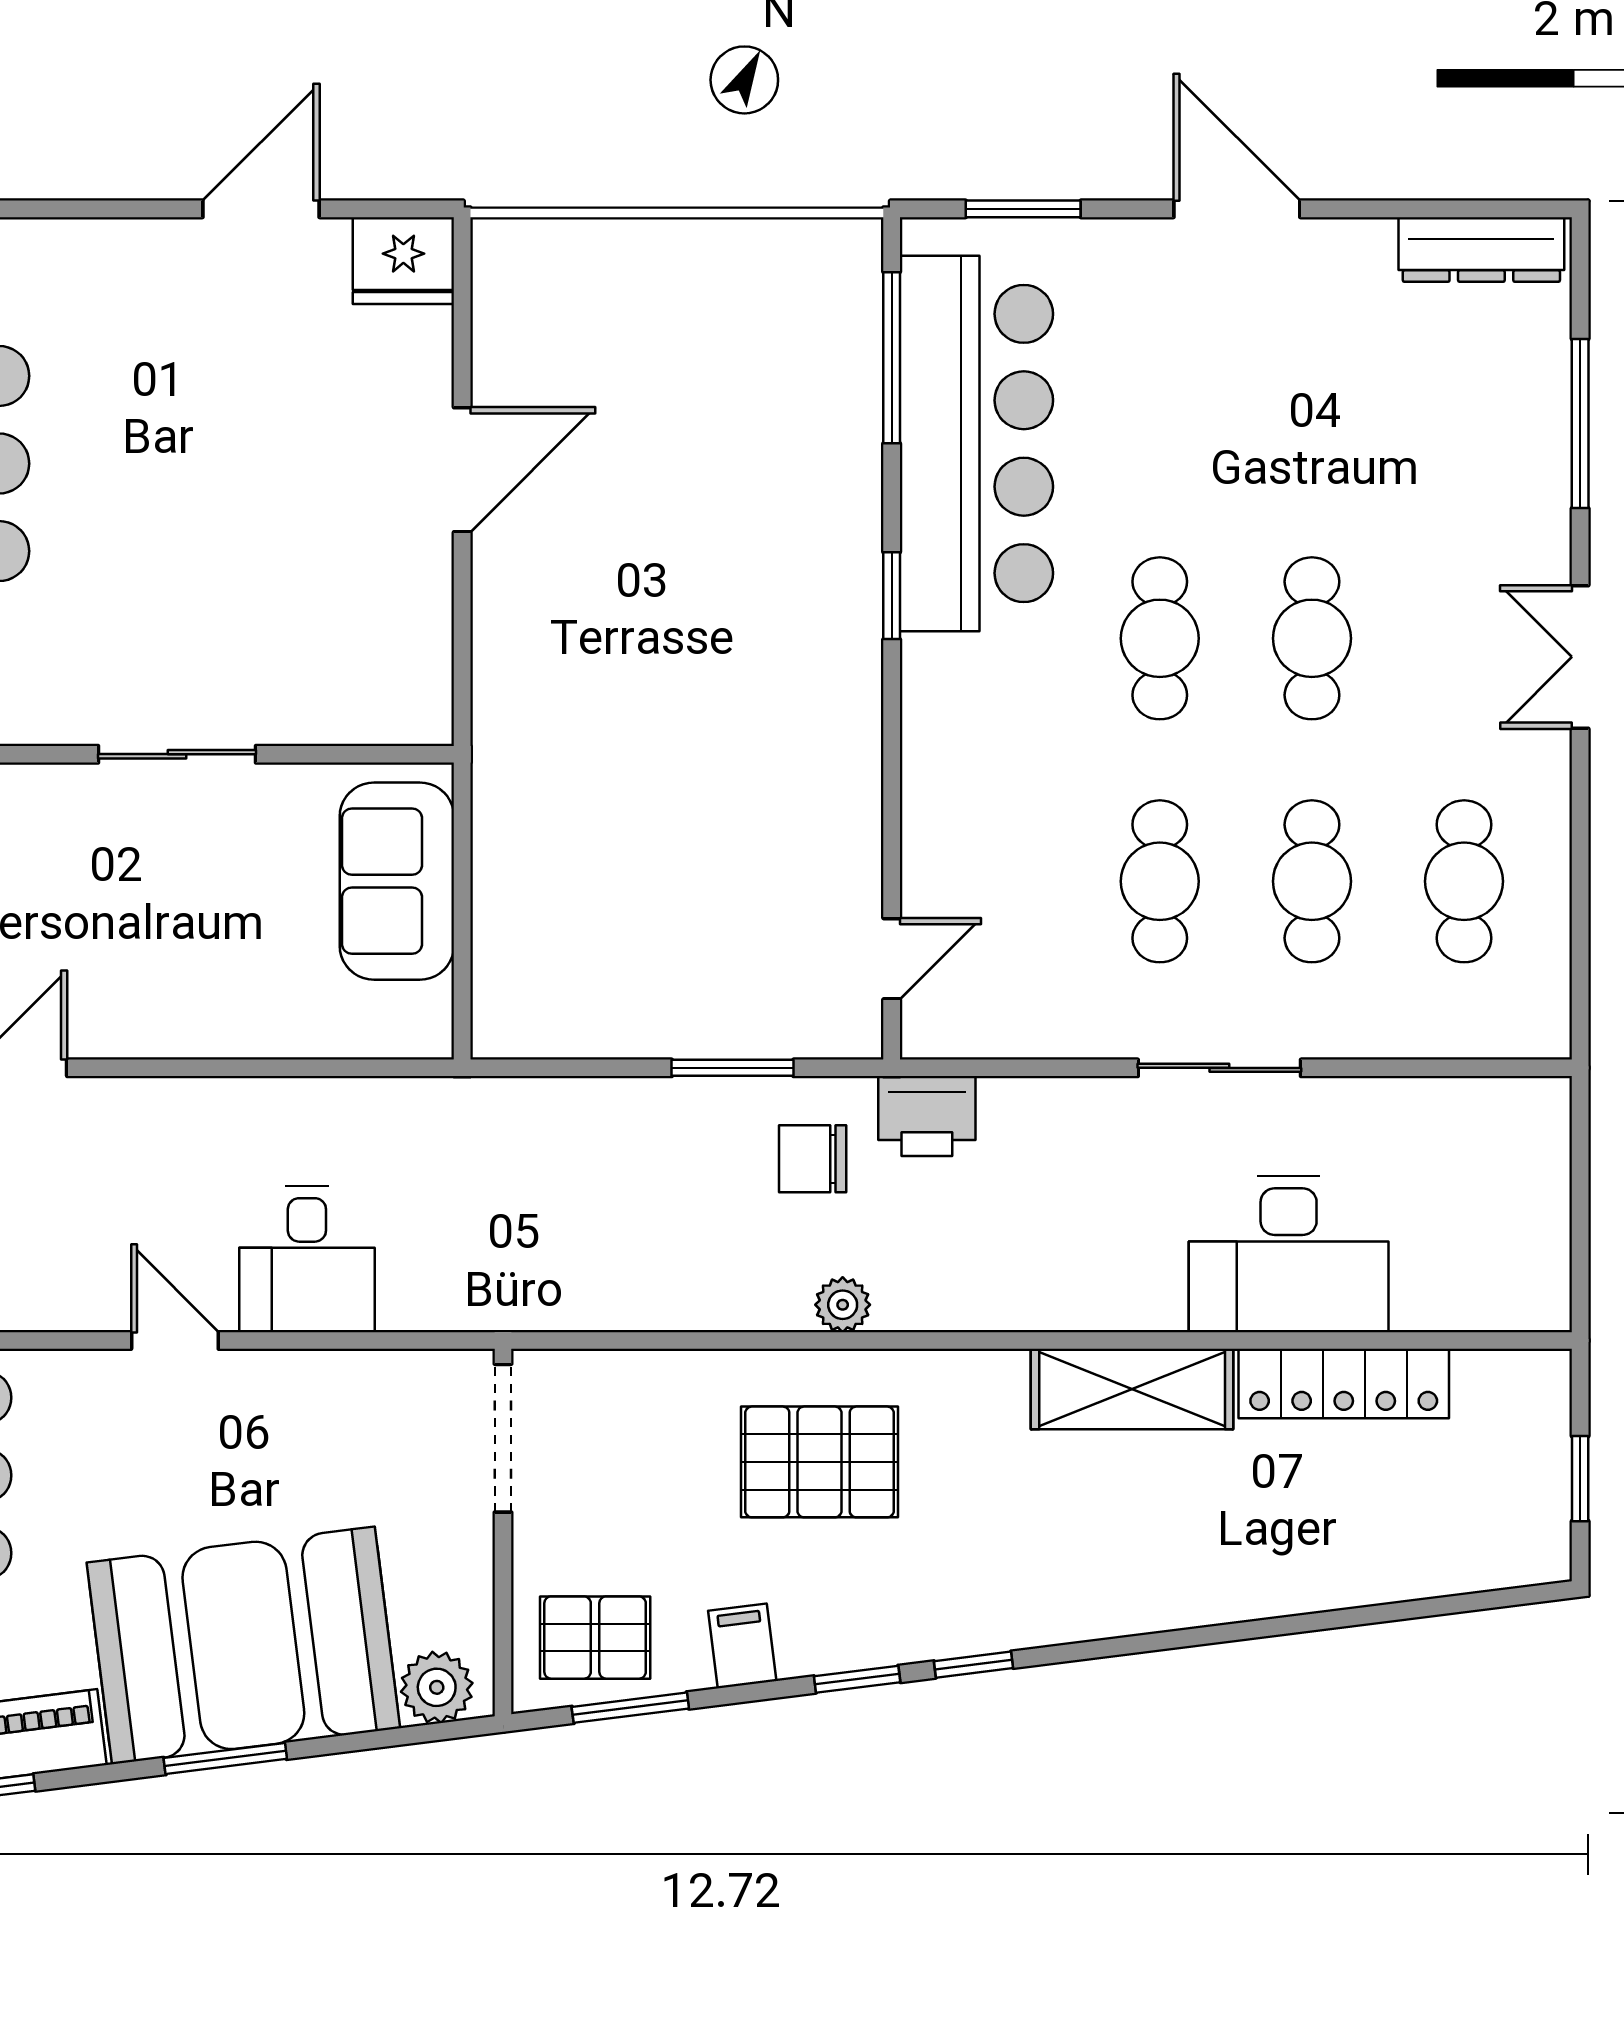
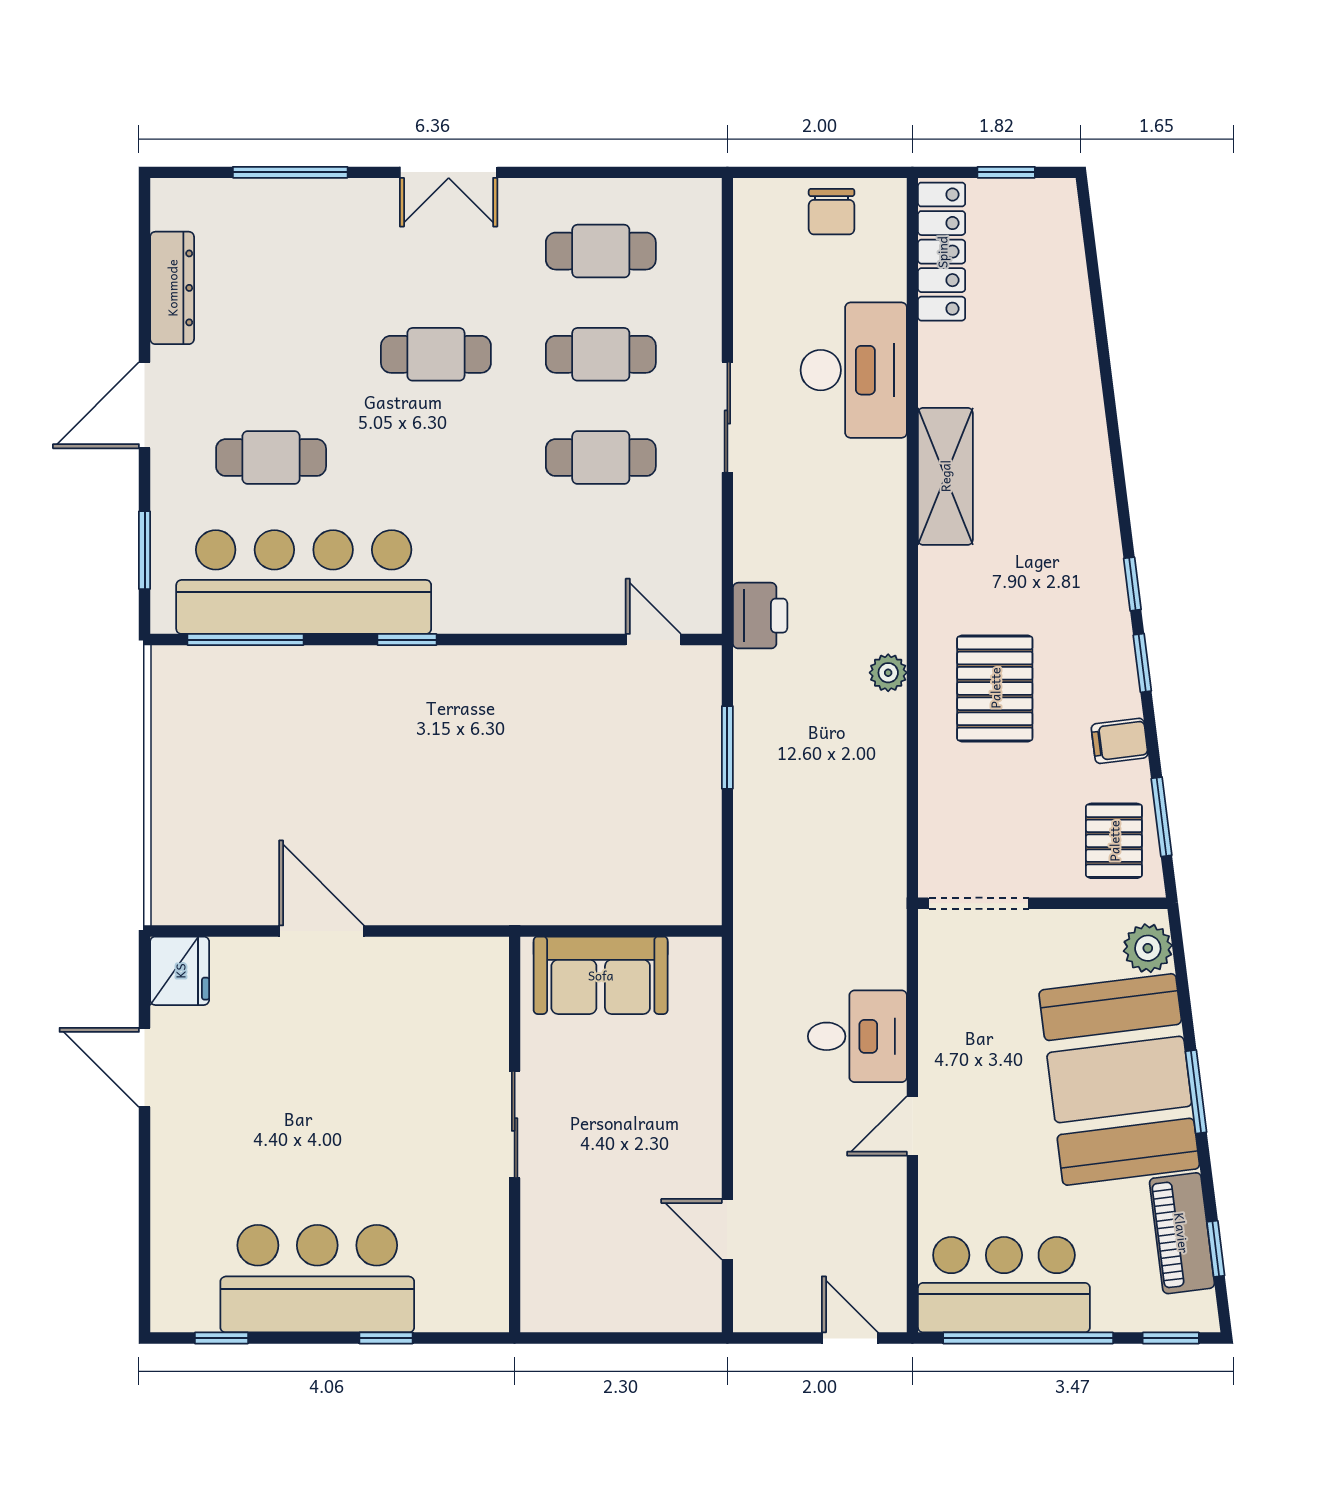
dresser: (1481, 249) -> (172, 288), moved
cafe table: (1160, 638) -> (271, 458), moved
chair: (813, 1159) -> (832, 212), moved
locker: (1344, 1383) -> (942, 252), moved

